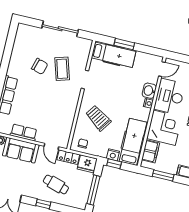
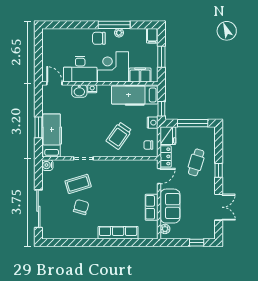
sliding door: (60, 29) -> (38, 209), moved
water cooler: (87, 44) -> (47, 165), added
nightstand: (113, 155) -> (153, 123), moved

